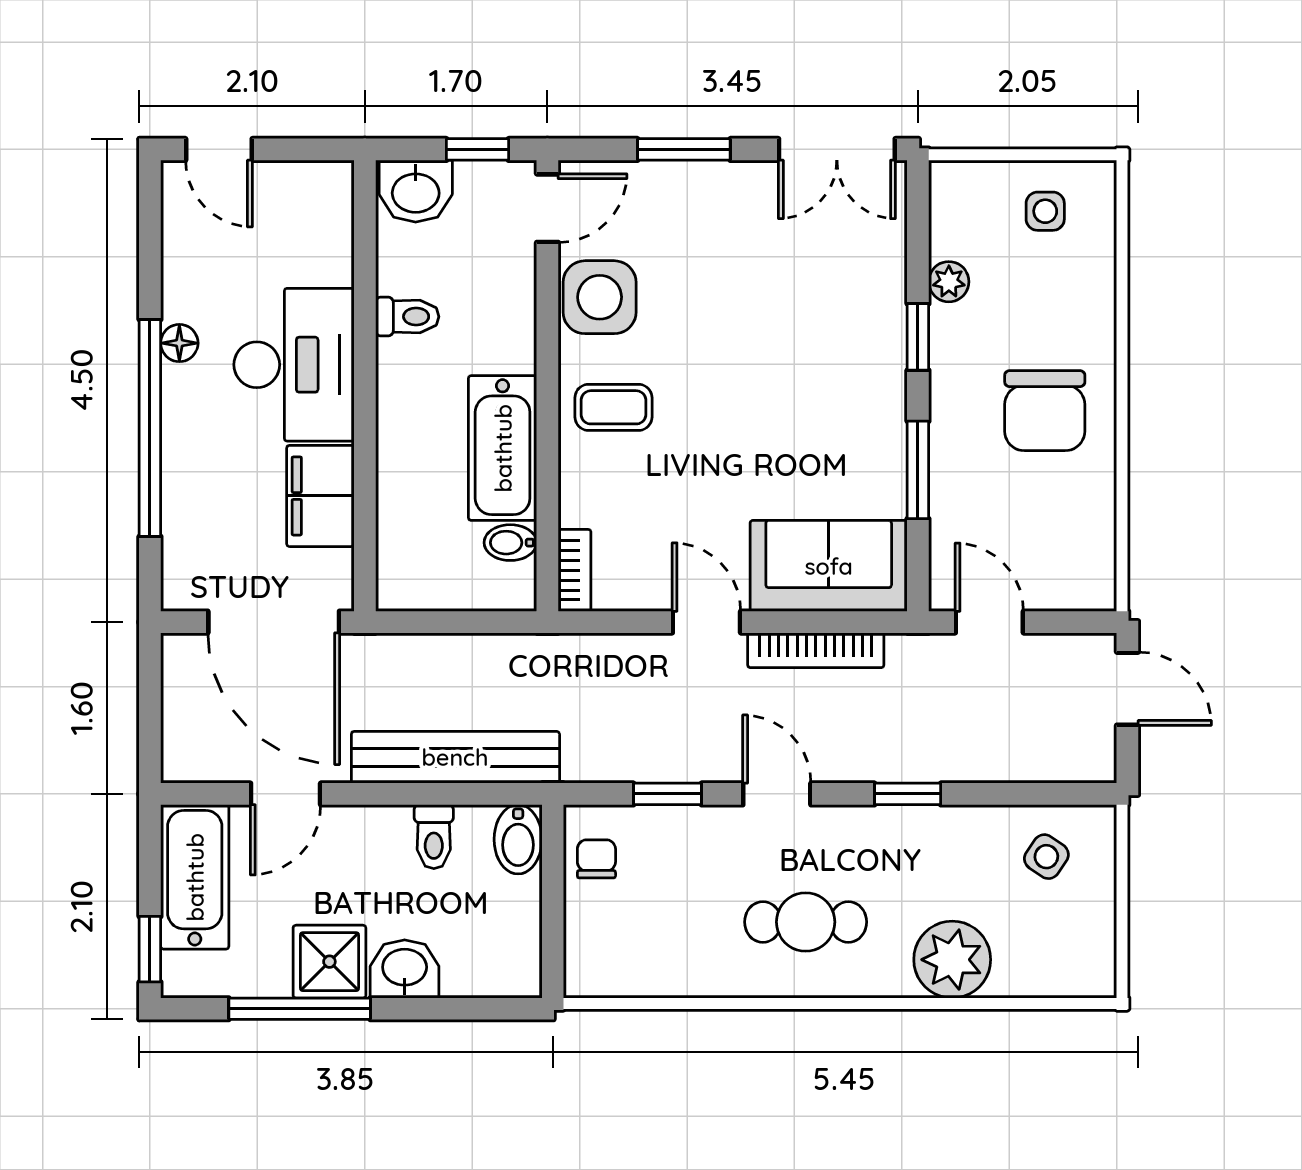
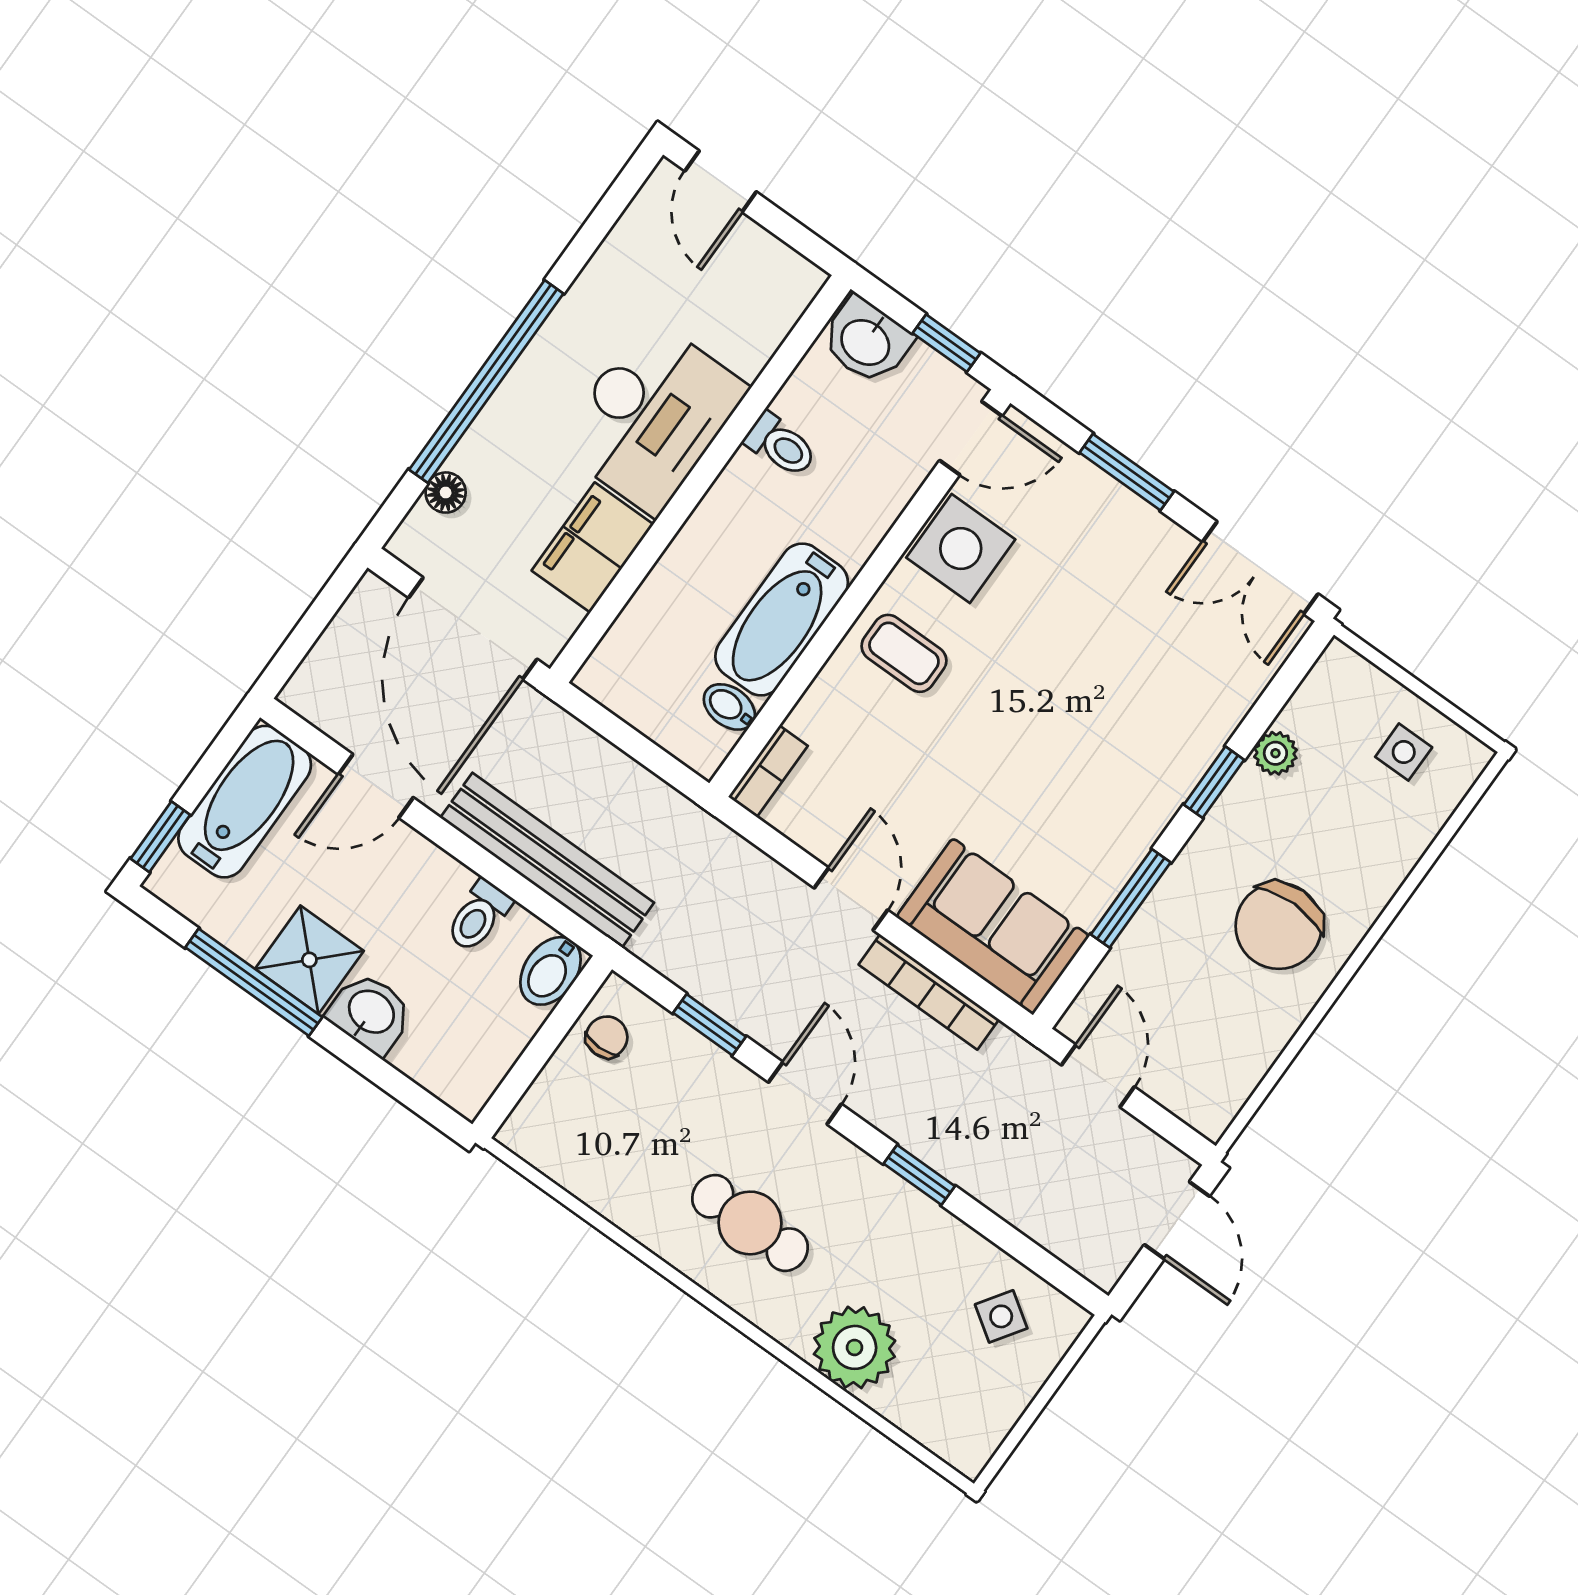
floor lamp: (179, 343) -> (446, 493), moved

